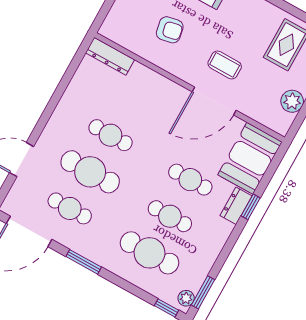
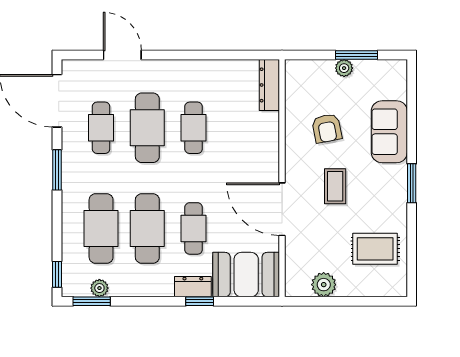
coffee table: (225, 65) -> (335, 186), moved
cafe table: (170, 216) -> (147, 228), width x1.37, depth x1.35
plant: (186, 298) -> (99, 288), moved

